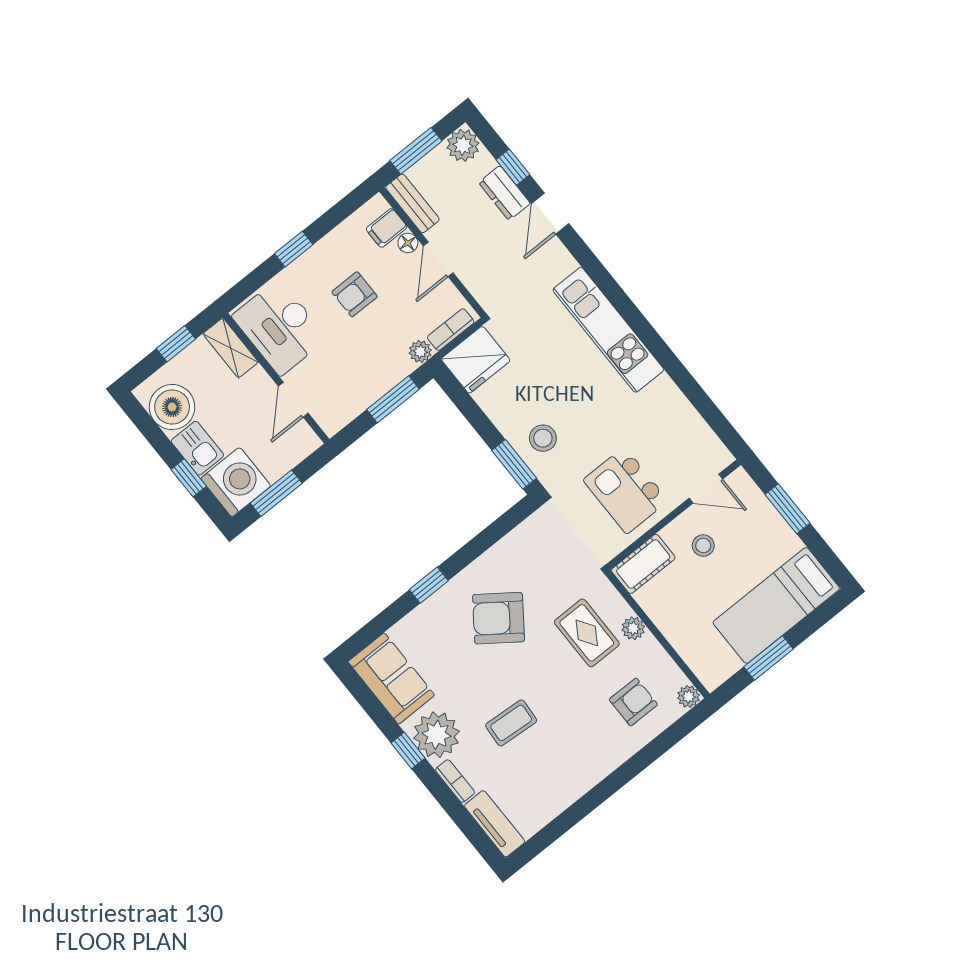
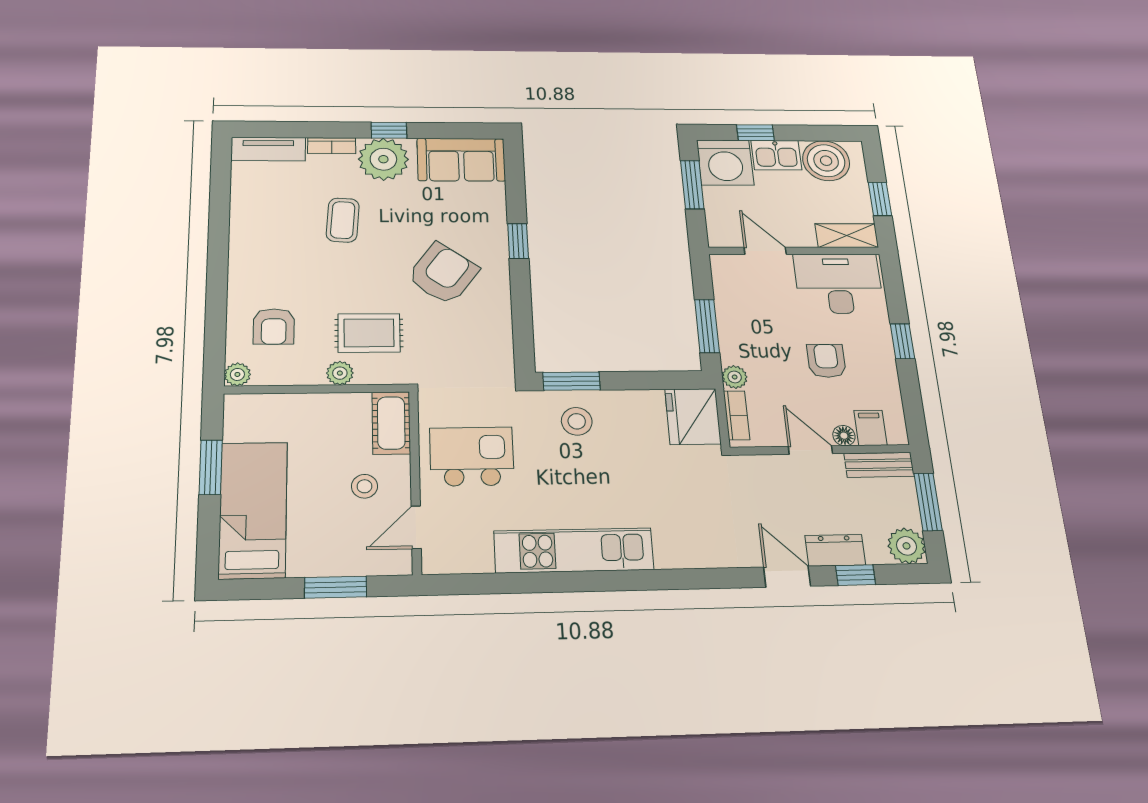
kitchen unit: (608, 330) -> (574, 550), moved

